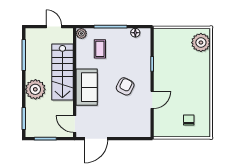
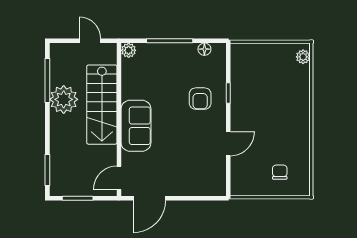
plant: (201, 43) -> (303, 57), width x0.53, depth x0.53
coffee table: (100, 49) -> (155, 72), removed
armchair: (125, 86) -> (200, 99), moved, turned 153
plant: (35, 89) -> (64, 99), moved
door: (75, 124) -> (119, 178), hinge flipped

